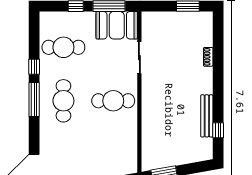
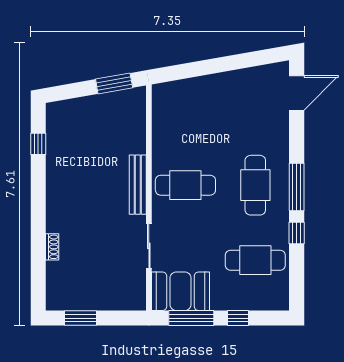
bench: (207, 116) -> (138, 185), moved

